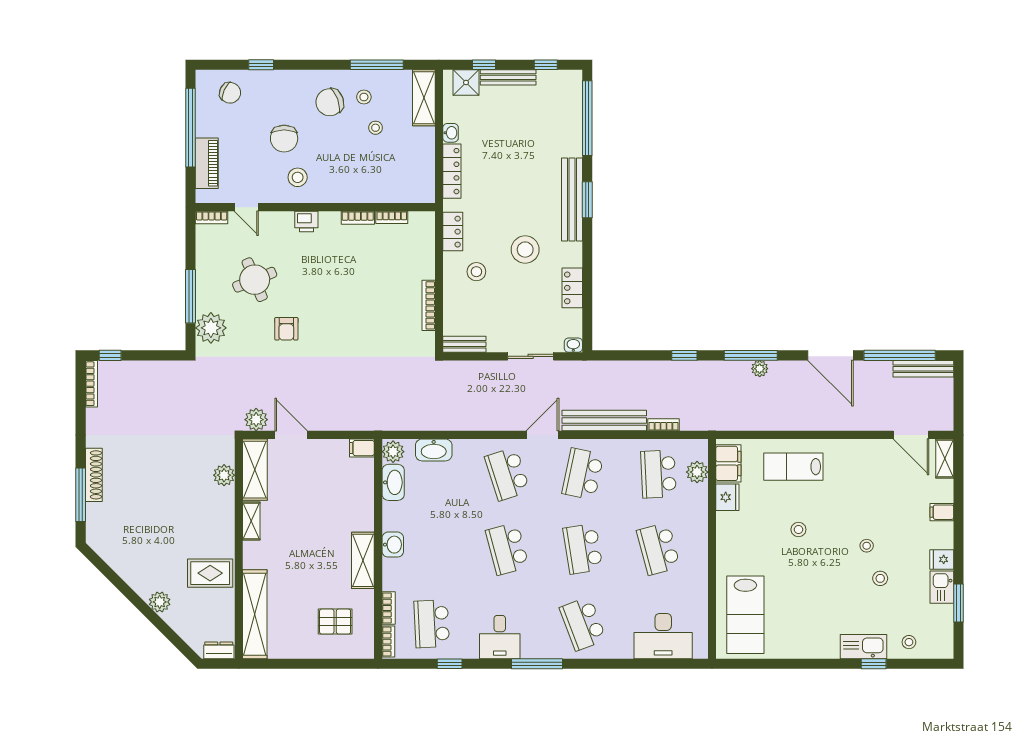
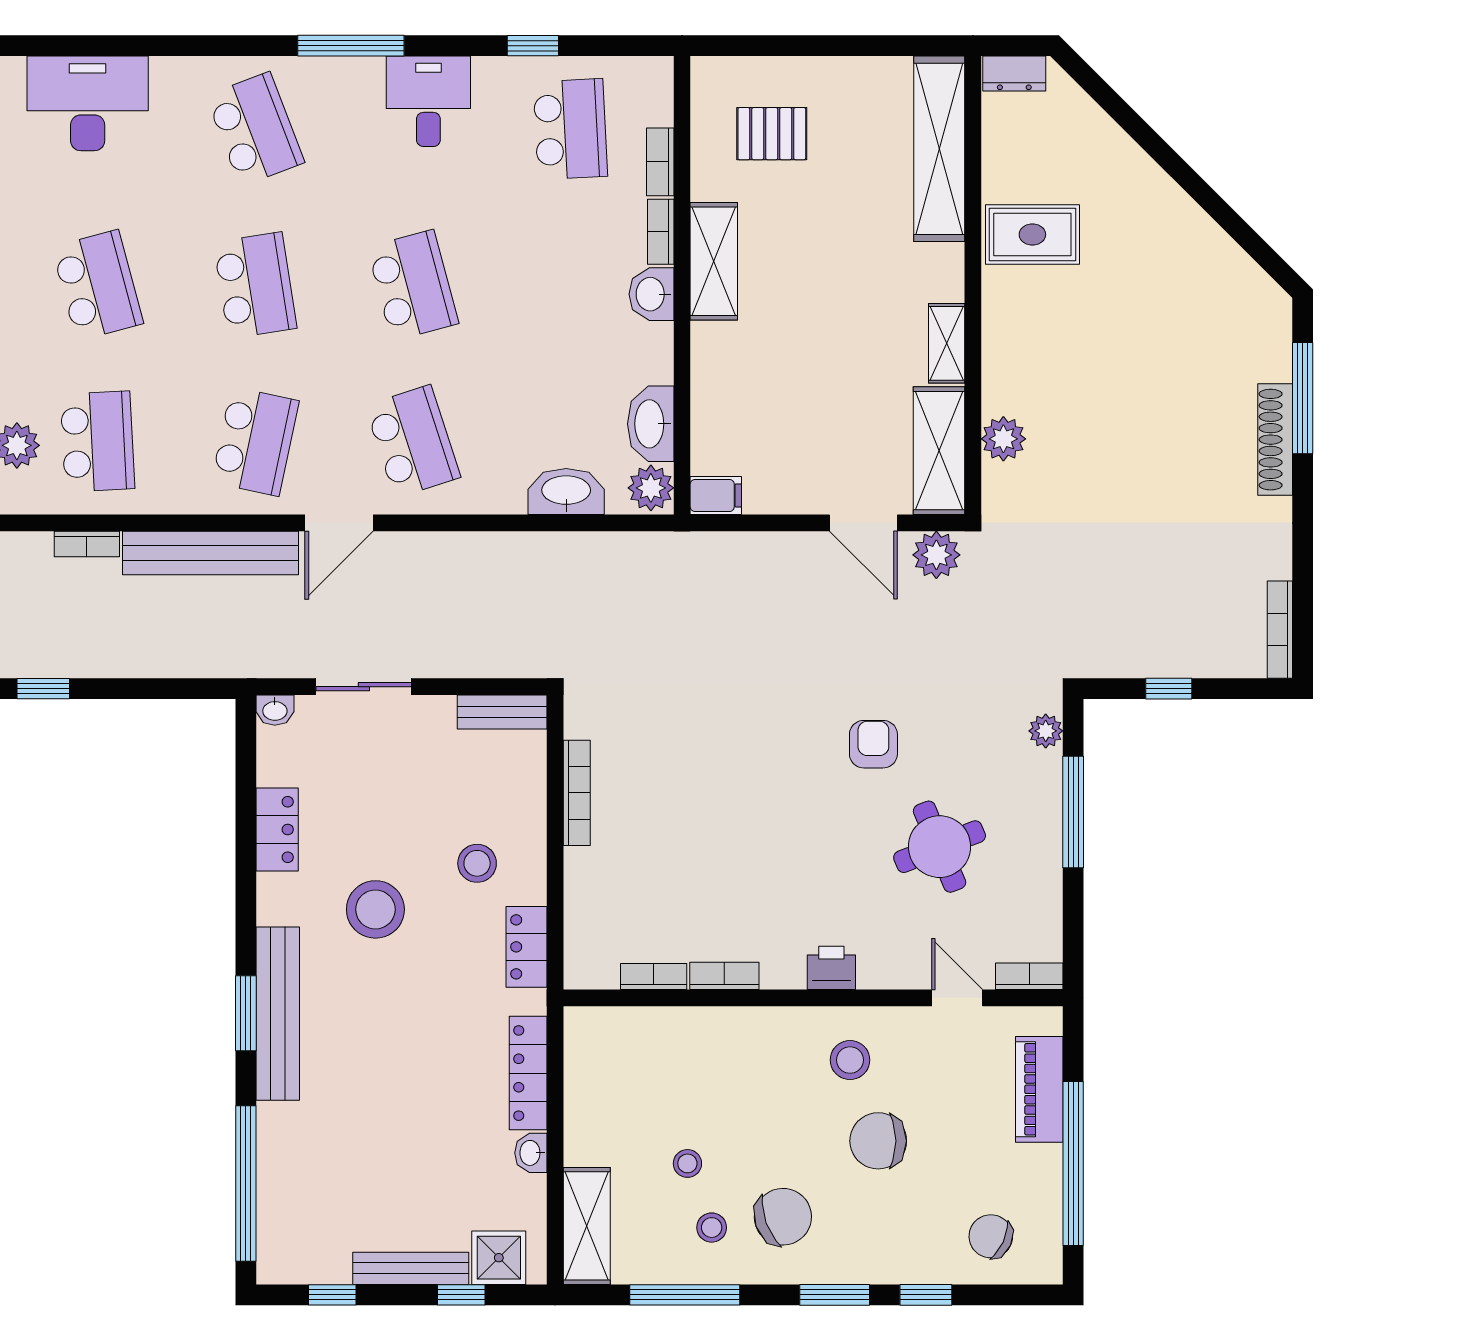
window: (305, 65) -> (835, 1295), added
chair: (284, 139) -> (878, 1141), turned -90
plant: (211, 328) -> (1046, 731), width x0.53, depth x0.53
window: (110, 355) -> (1169, 689), moved
plant: (160, 602) -> (1138, 174), removed
bookcase: (388, 642) -> (661, 232), moved

